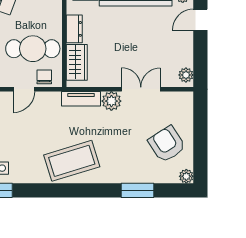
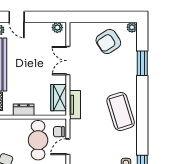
wardrobe: (77, 62) -> (59, 98), moved, turned -90
door: (24, 89) -> (68, 147), swing flipped
plant: (111, 101) -> (77, 82), removed

